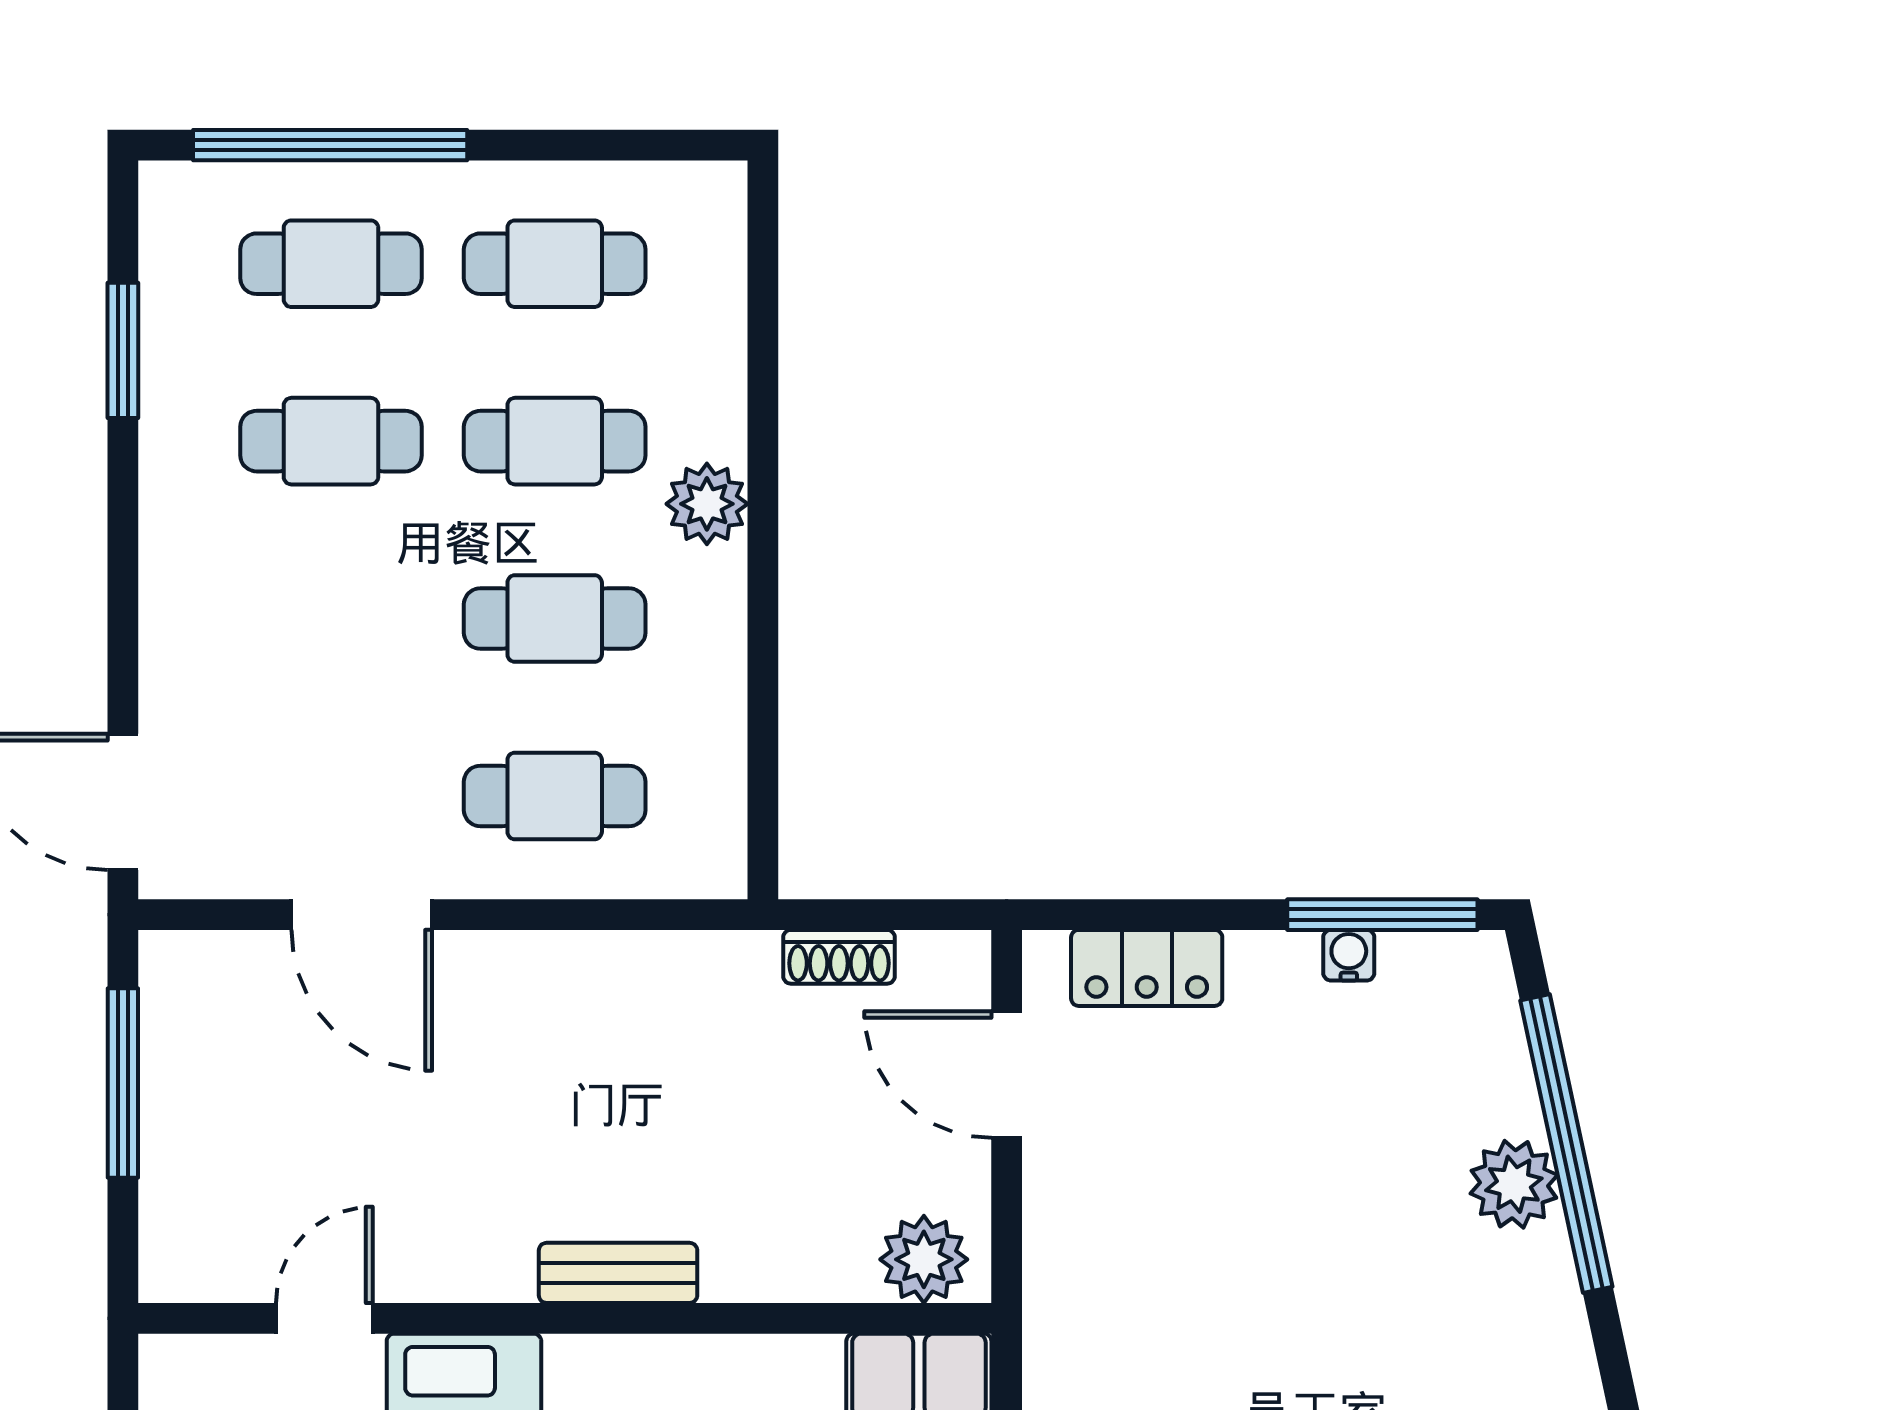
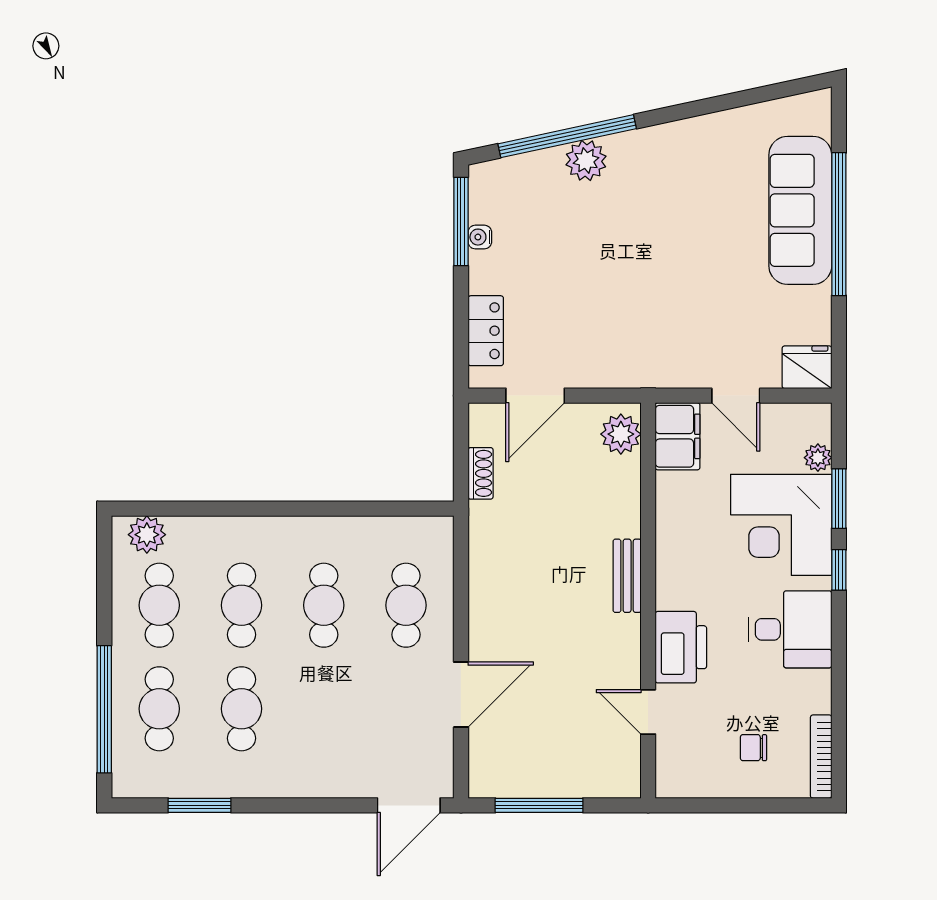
plant: (707, 504) -> (147, 535), moved

